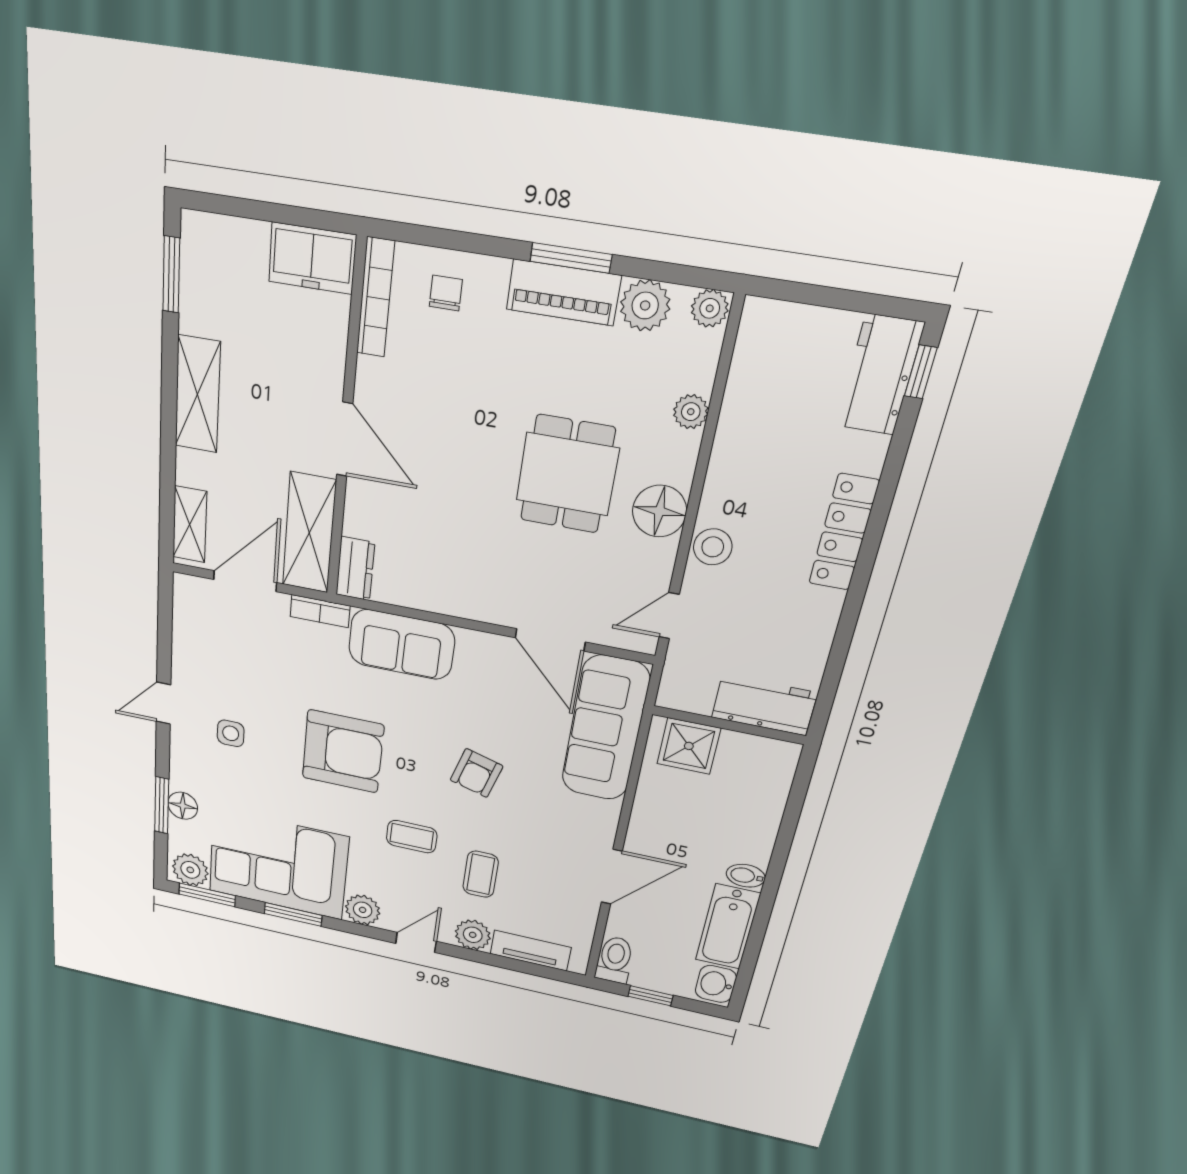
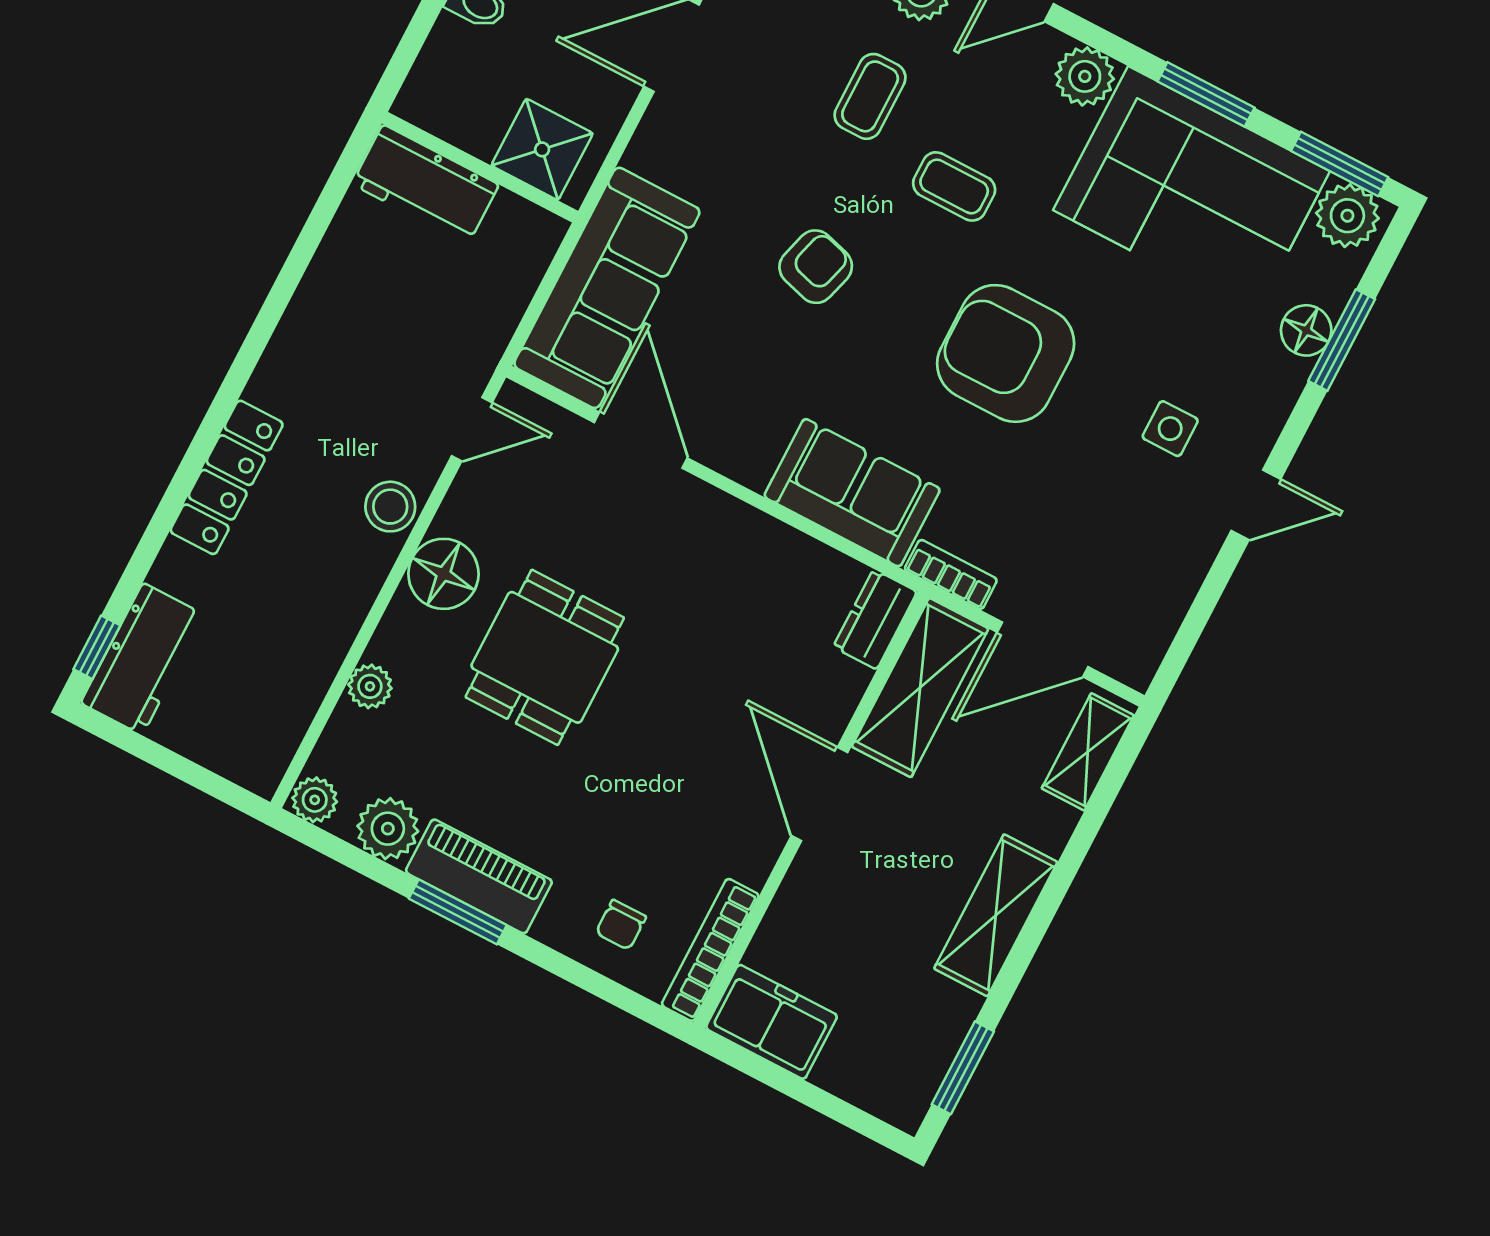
workbench: (764, 705) -> (425, 184), moved
wall: (728, 725) -> (480, 167), moved
shower: (689, 746) -> (542, 149), moved

